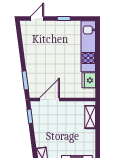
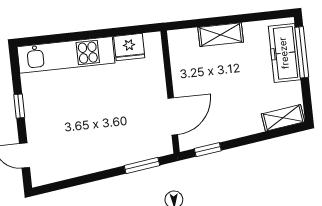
door: (49, 100) -> (173, 116), swing flipped
shelving: (90, 117) -> (221, 35), moved

